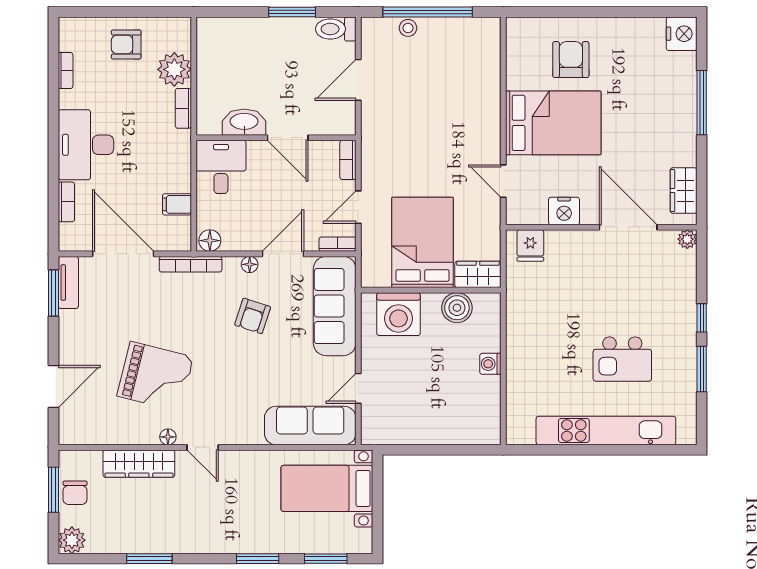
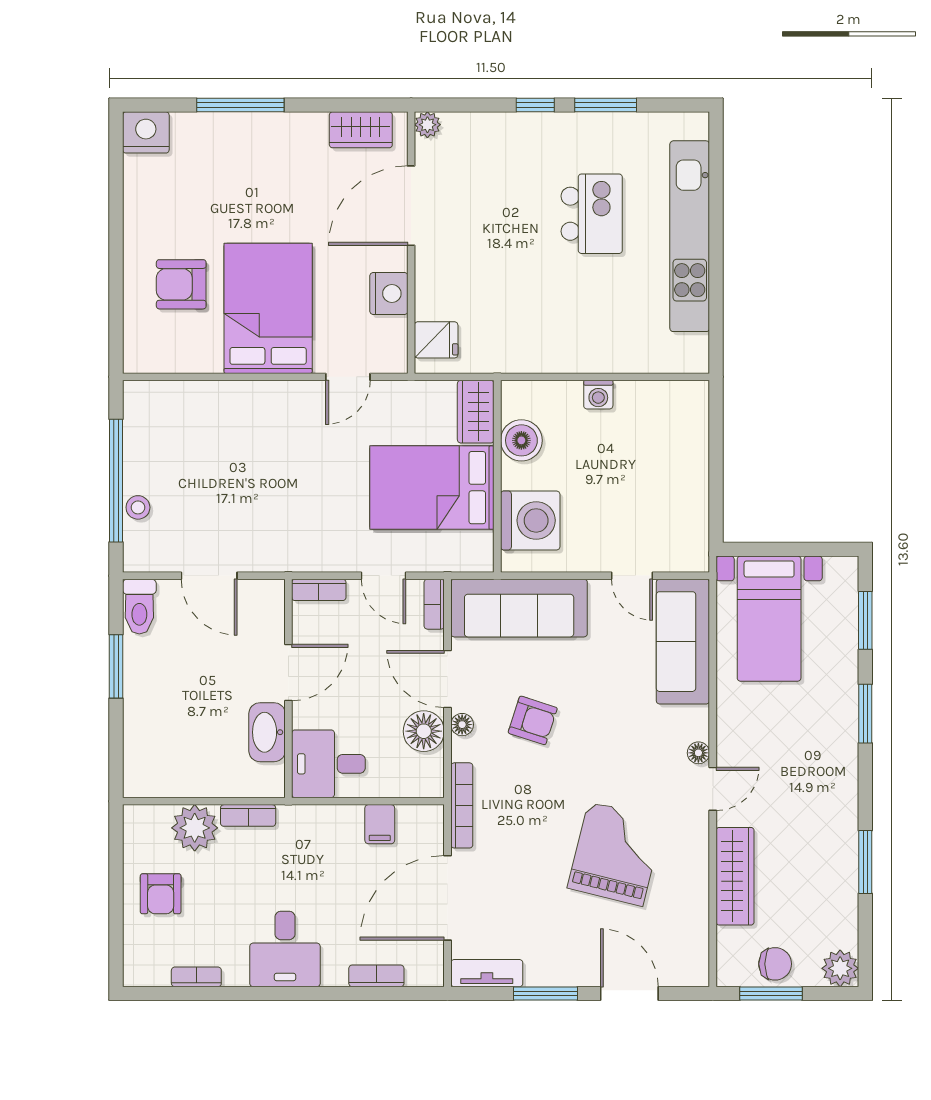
desk: (86, 145) -> (285, 949), width x0.73
floor lamp: (210, 241) -> (424, 731), moved, width x1.38, depth x1.38
window: (53, 293) -> (546, 993), moved
floor lamp: (168, 437) -> (698, 753), moved

